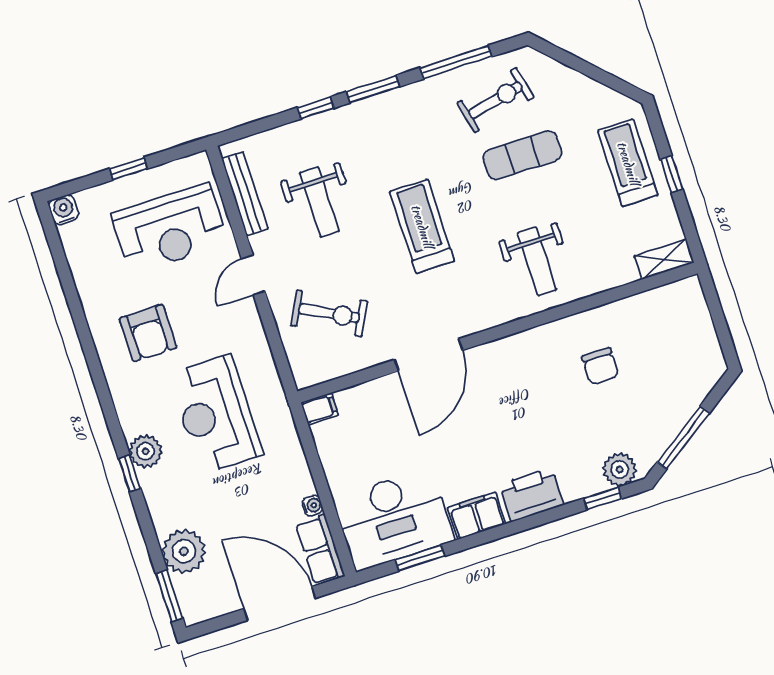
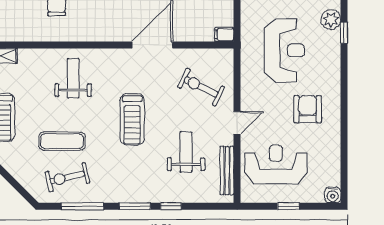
plant: (146, 451) -> (331, 20), moved

